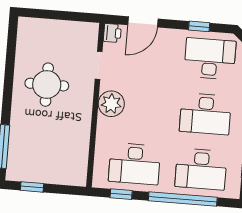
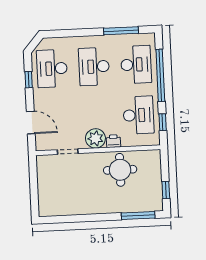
printer: (112, 33) -> (113, 141), moved
round table: (47, 85) -> (120, 170), moved
desk: (205, 114) -> (94, 67), turned 180

